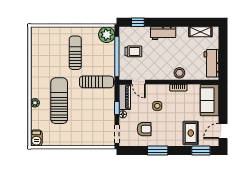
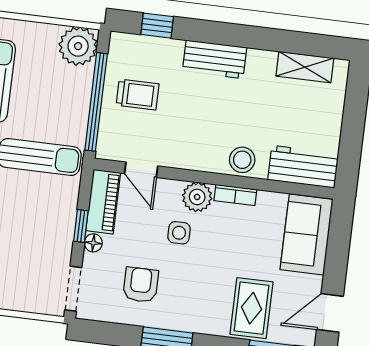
workbench: (211, 63) -> (303, 167), moved, turned 90
plant: (163, 90) -> (197, 197), added
armchair: (144, 129) -> (141, 285), turned -90

